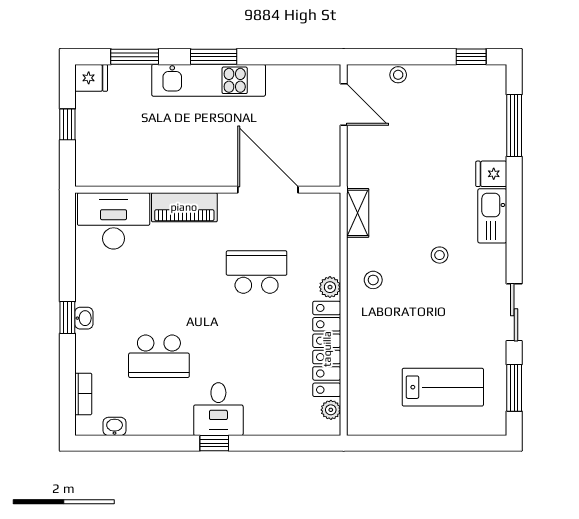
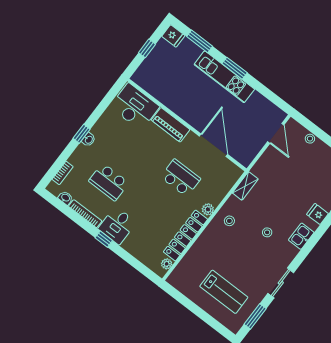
kitchen sink: (492, 216) -> (301, 236), width x0.73
bookcase: (160, 427) -> (85, 214), added

